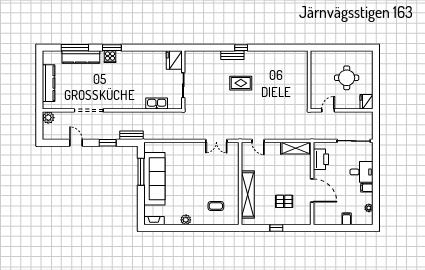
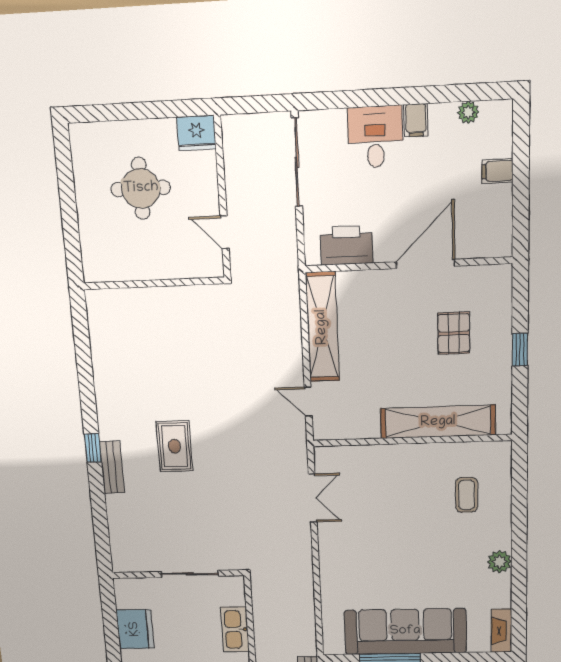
fridge: (174, 60) -> (135, 629), moved, turned -90
door: (258, 141) -> (308, 402), swing flipped
shelving: (296, 148) -> (322, 327), width x1.47

